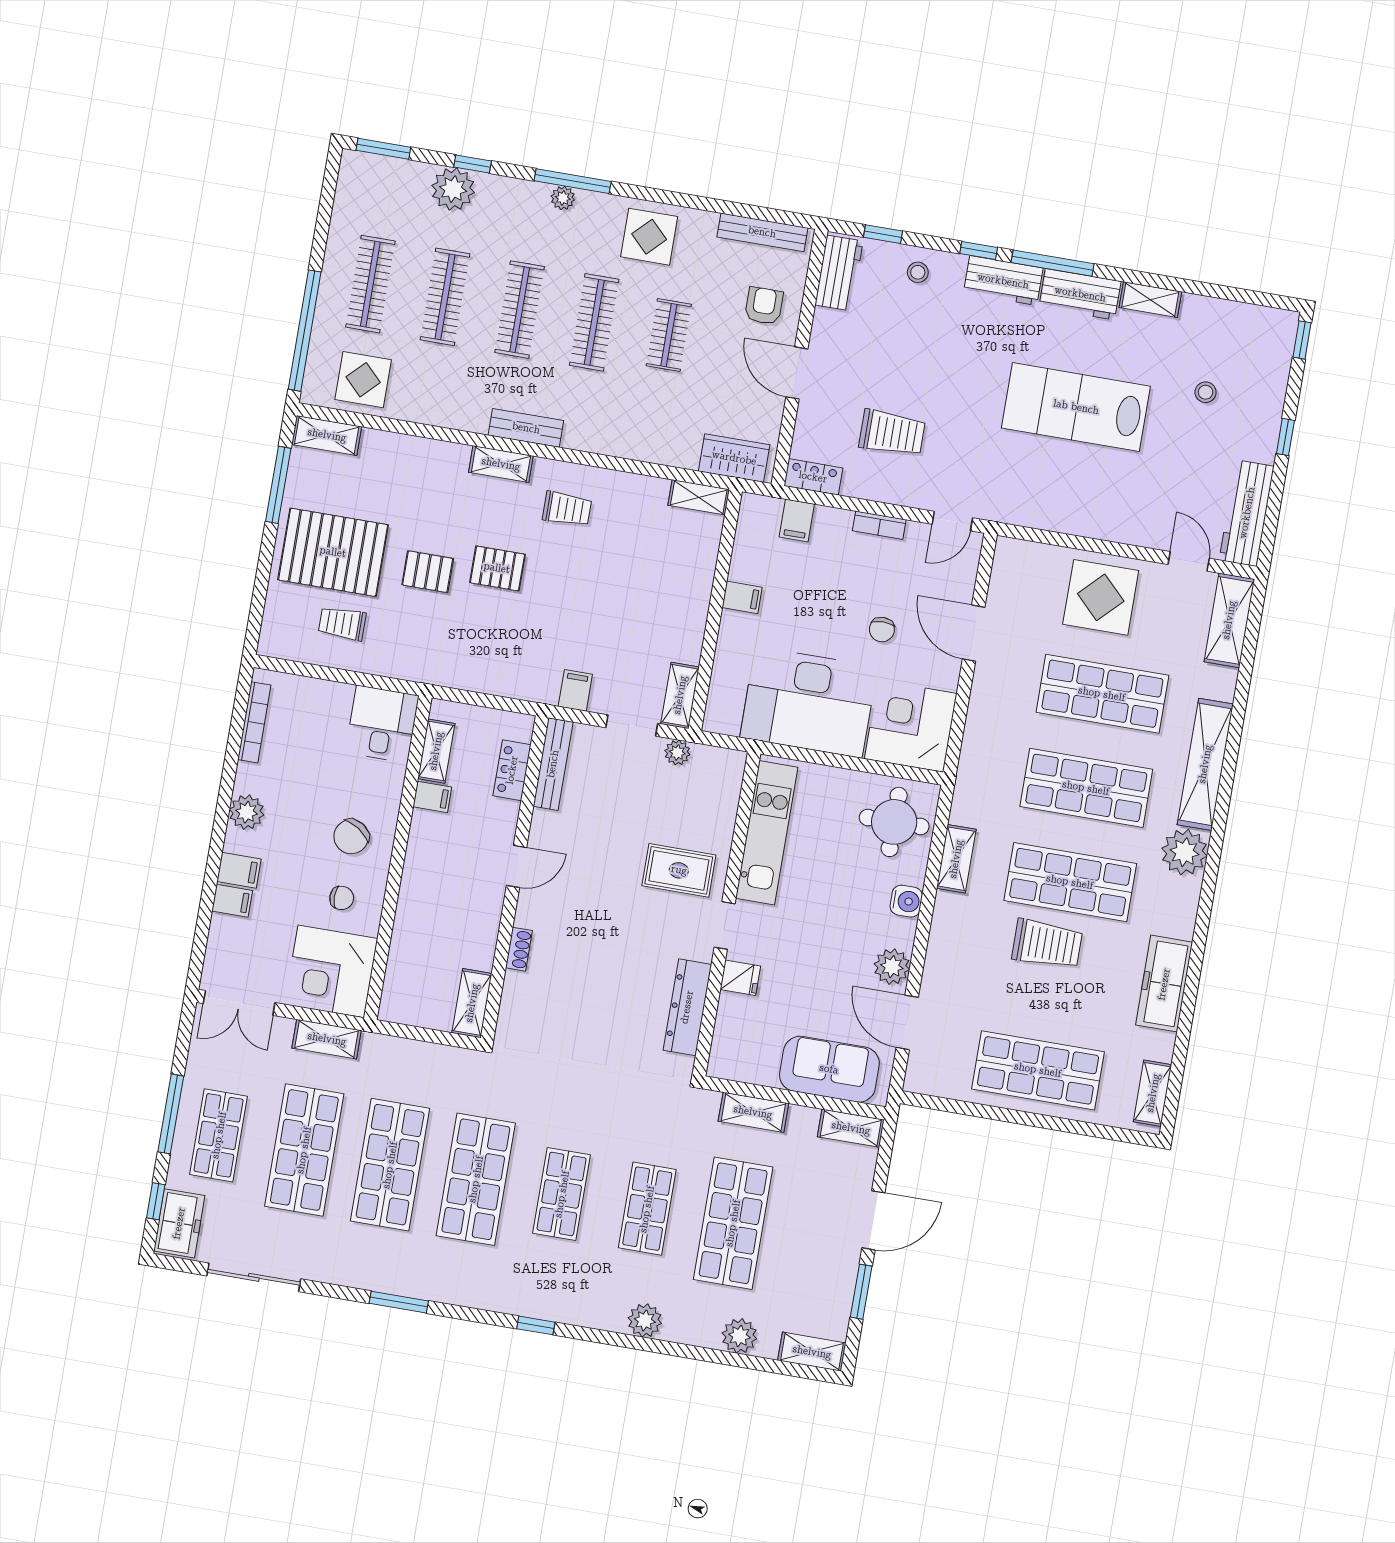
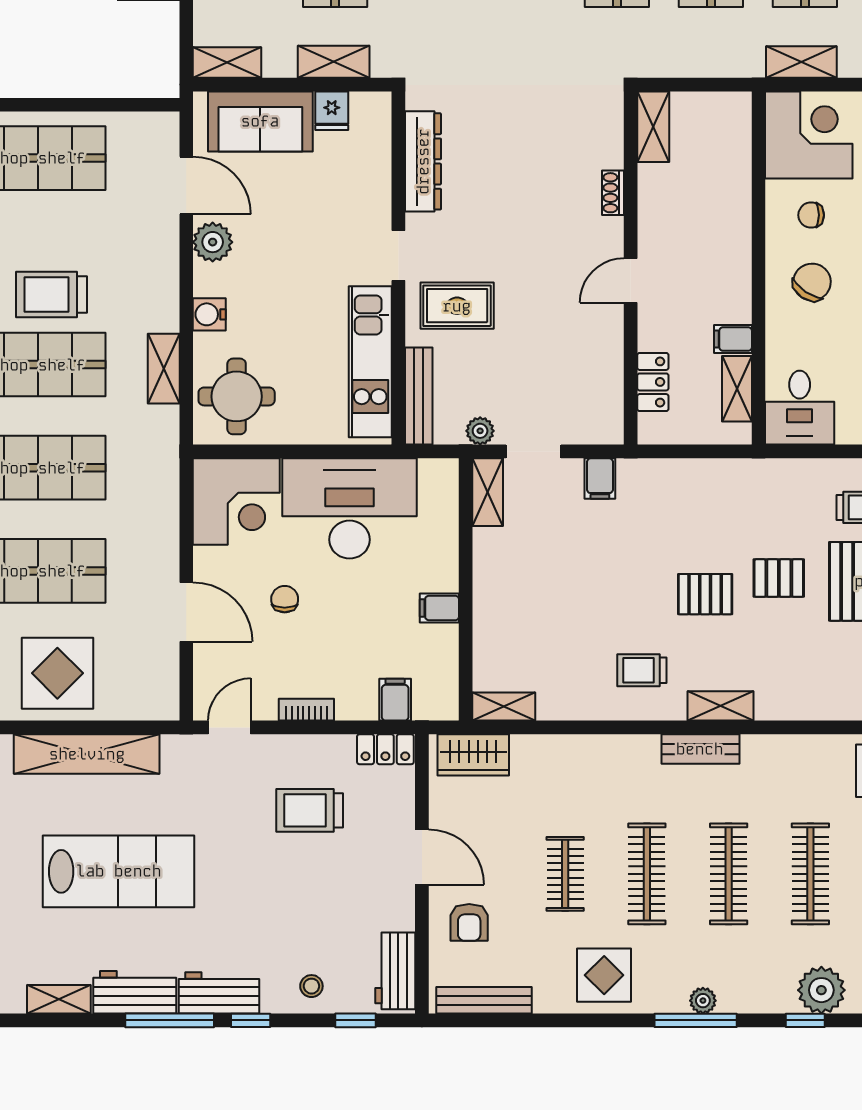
shelving: (1087, 519) -> (87, 754), added
bench: (553, 764) -> (419, 396), moved
fridge: (740, 978) -> (332, 111), moved, turned -90

